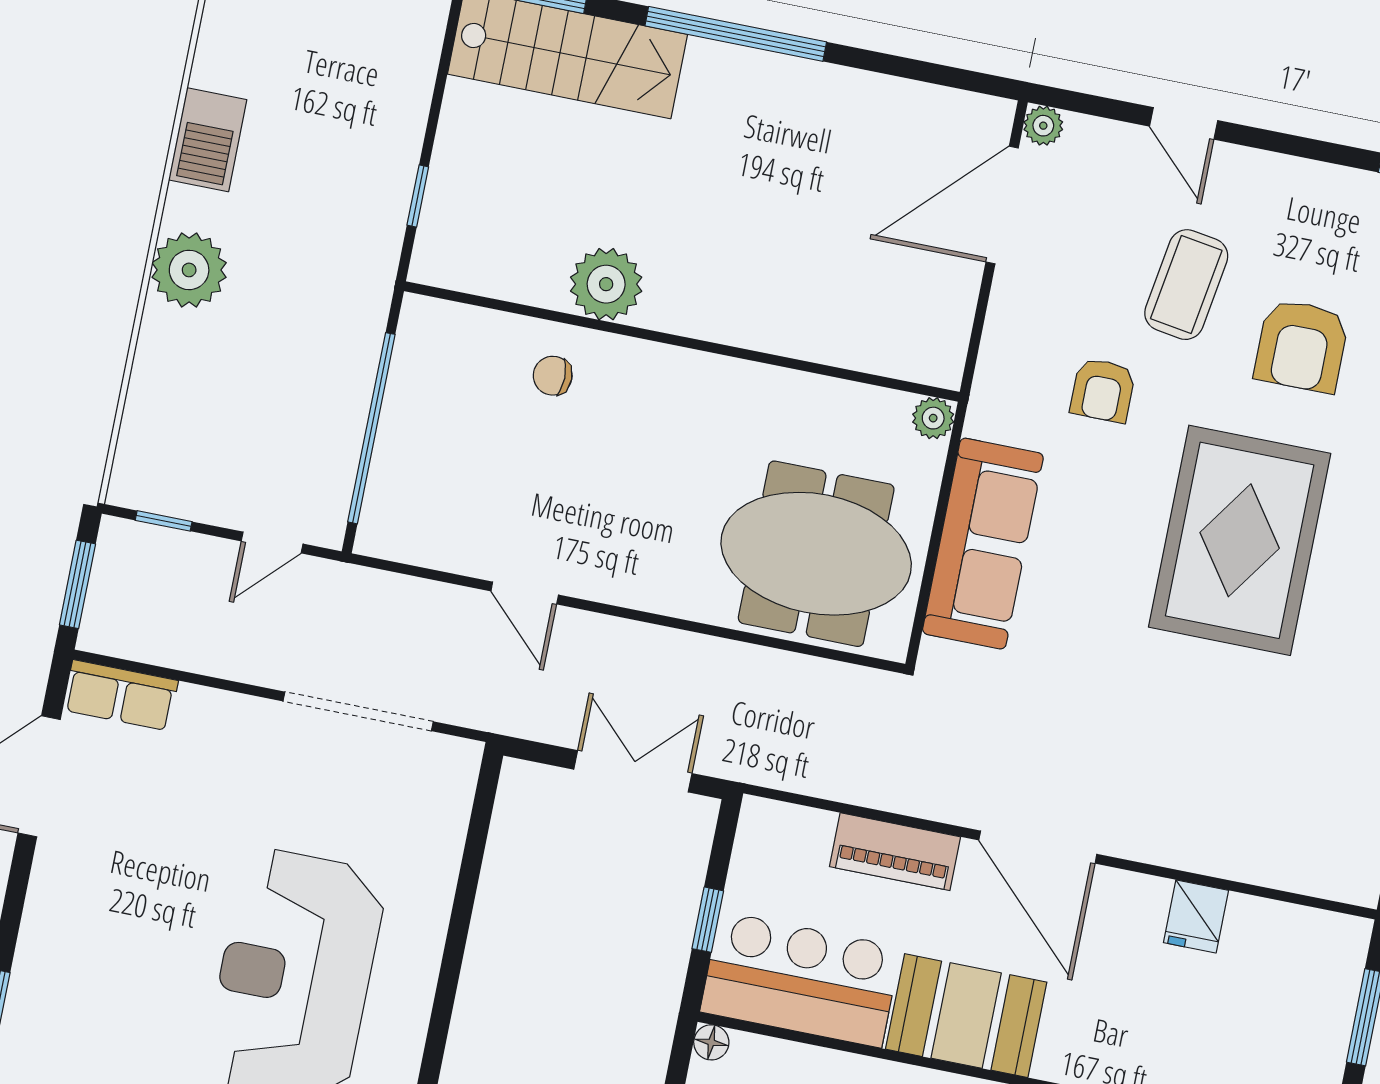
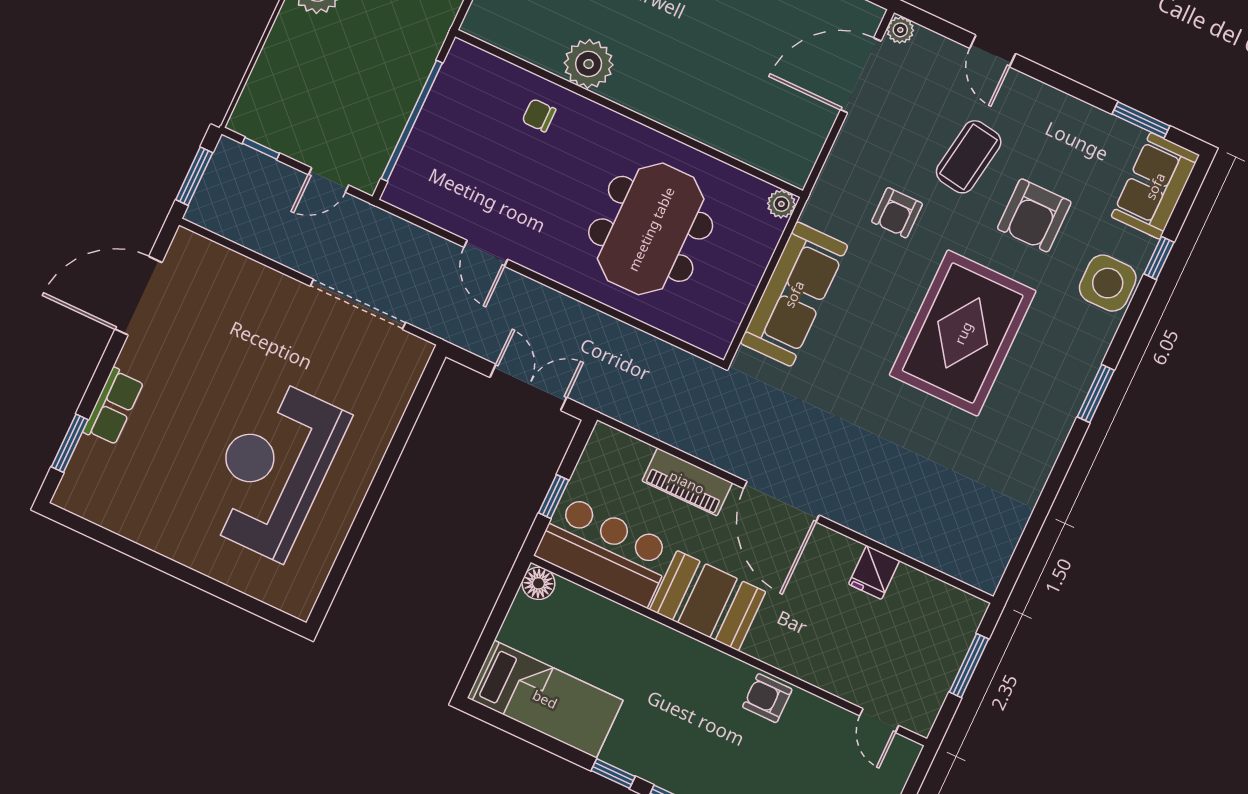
meeting table: (816, 554) -> (651, 229), moved, turned 90
row of seats: (121, 695) -> (113, 407), moved, turned -90
floor lamp: (711, 1042) -> (538, 583), width x1.37, depth x1.37

